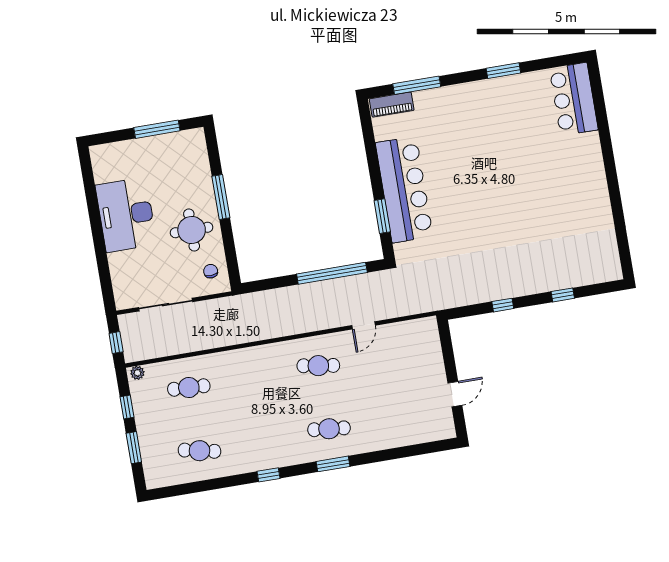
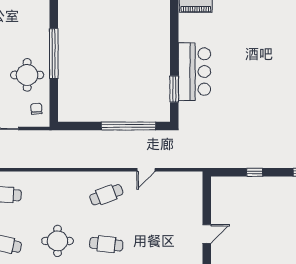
bar counter: (404, 190) -> (194, 72), width x0.73
window: (221, 197) -> (54, 54), width x1.46
cafe table: (318, 366) -> (106, 195), turned -30
round table: (266, 435) -> (57, 241), added

